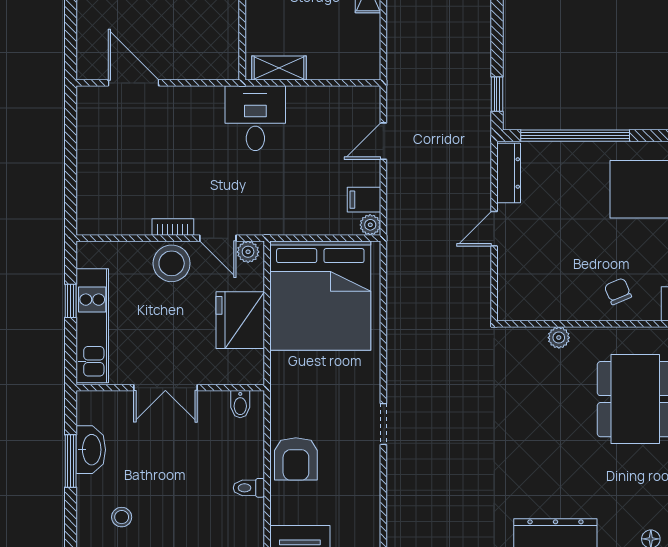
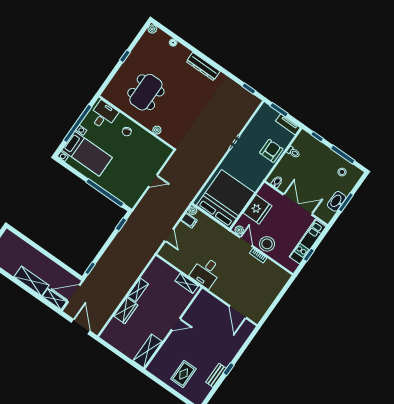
door: (383, 141) -> (169, 235), hinge flipped
dresser: (509, 173) -> (135, 196), removed
double door: (165, 388) -> (298, 204), width x1.37

